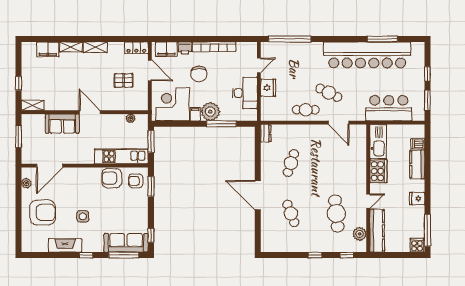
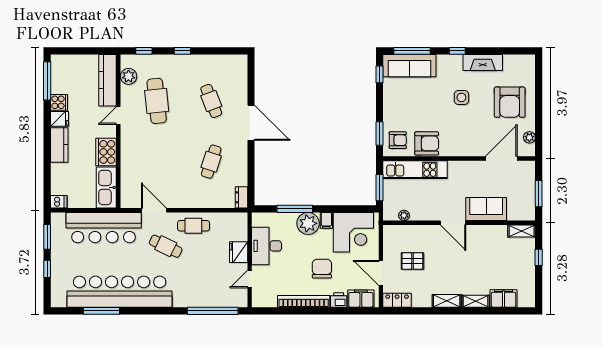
bar counter: (389, 108) -> (104, 228), width x1.36
dishwasher: (418, 144) -> (59, 202), moved
kitchen counter: (417, 164) -> (59, 145), moved
armchair: (43, 212) -> (510, 102), turned -90
cooker: (417, 245) -> (59, 102), moved, turned -90

